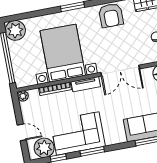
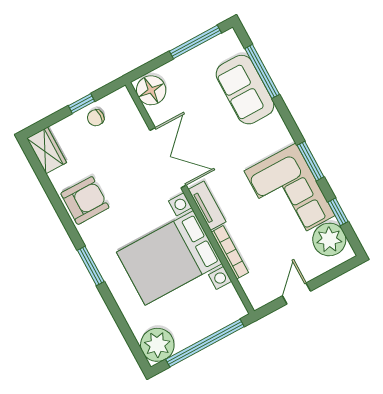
plant: (23, 96) -> (258, 300), removed
door: (22, 132) -> (297, 293), moved

